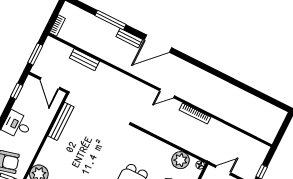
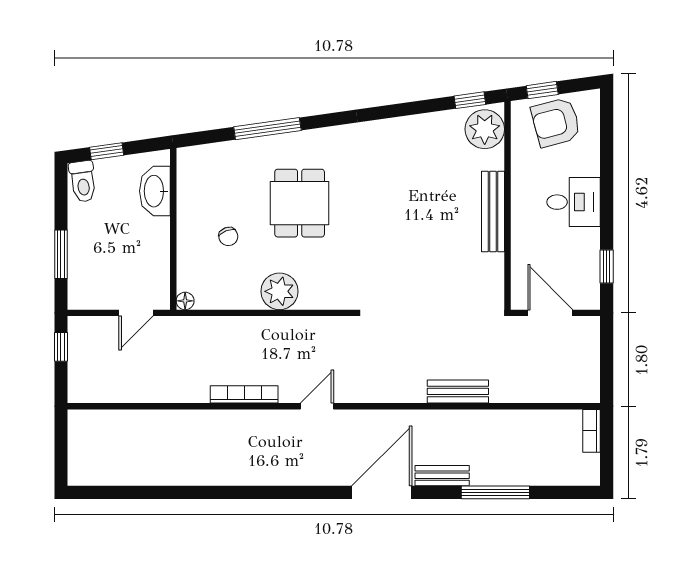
window: (35, 54) -> (607, 355), removed
bench: (84, 60) -> (458, 391), moved
bench: (61, 121) -> (493, 212), moved
plant: (181, 160) -> (279, 291), moved

